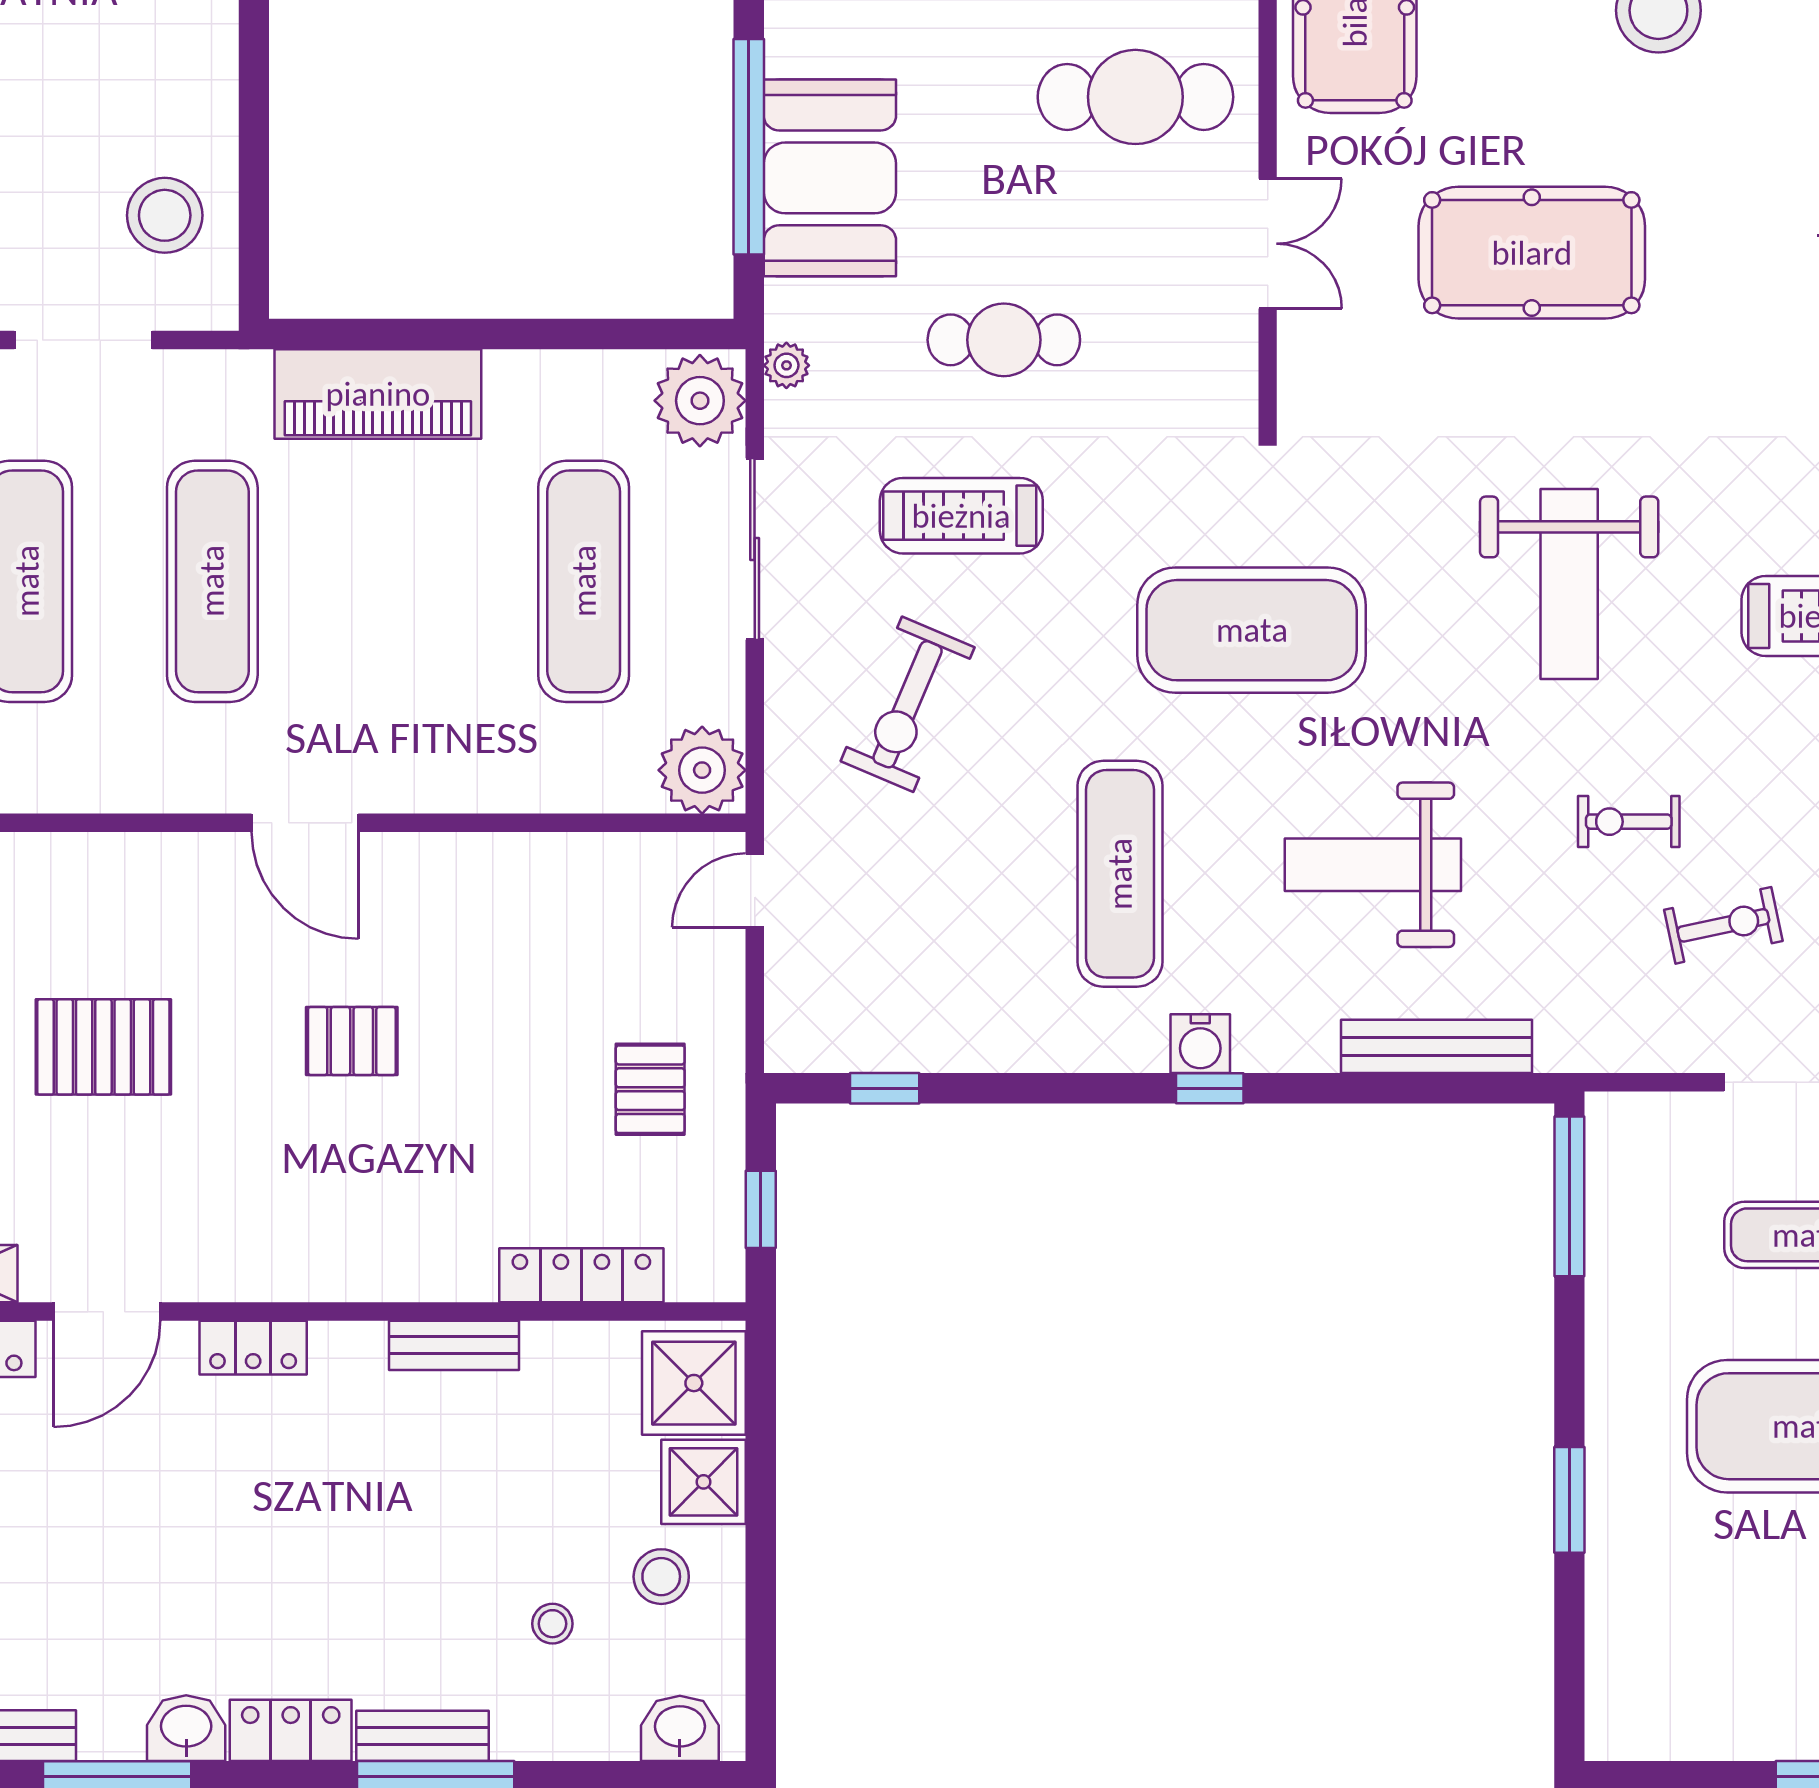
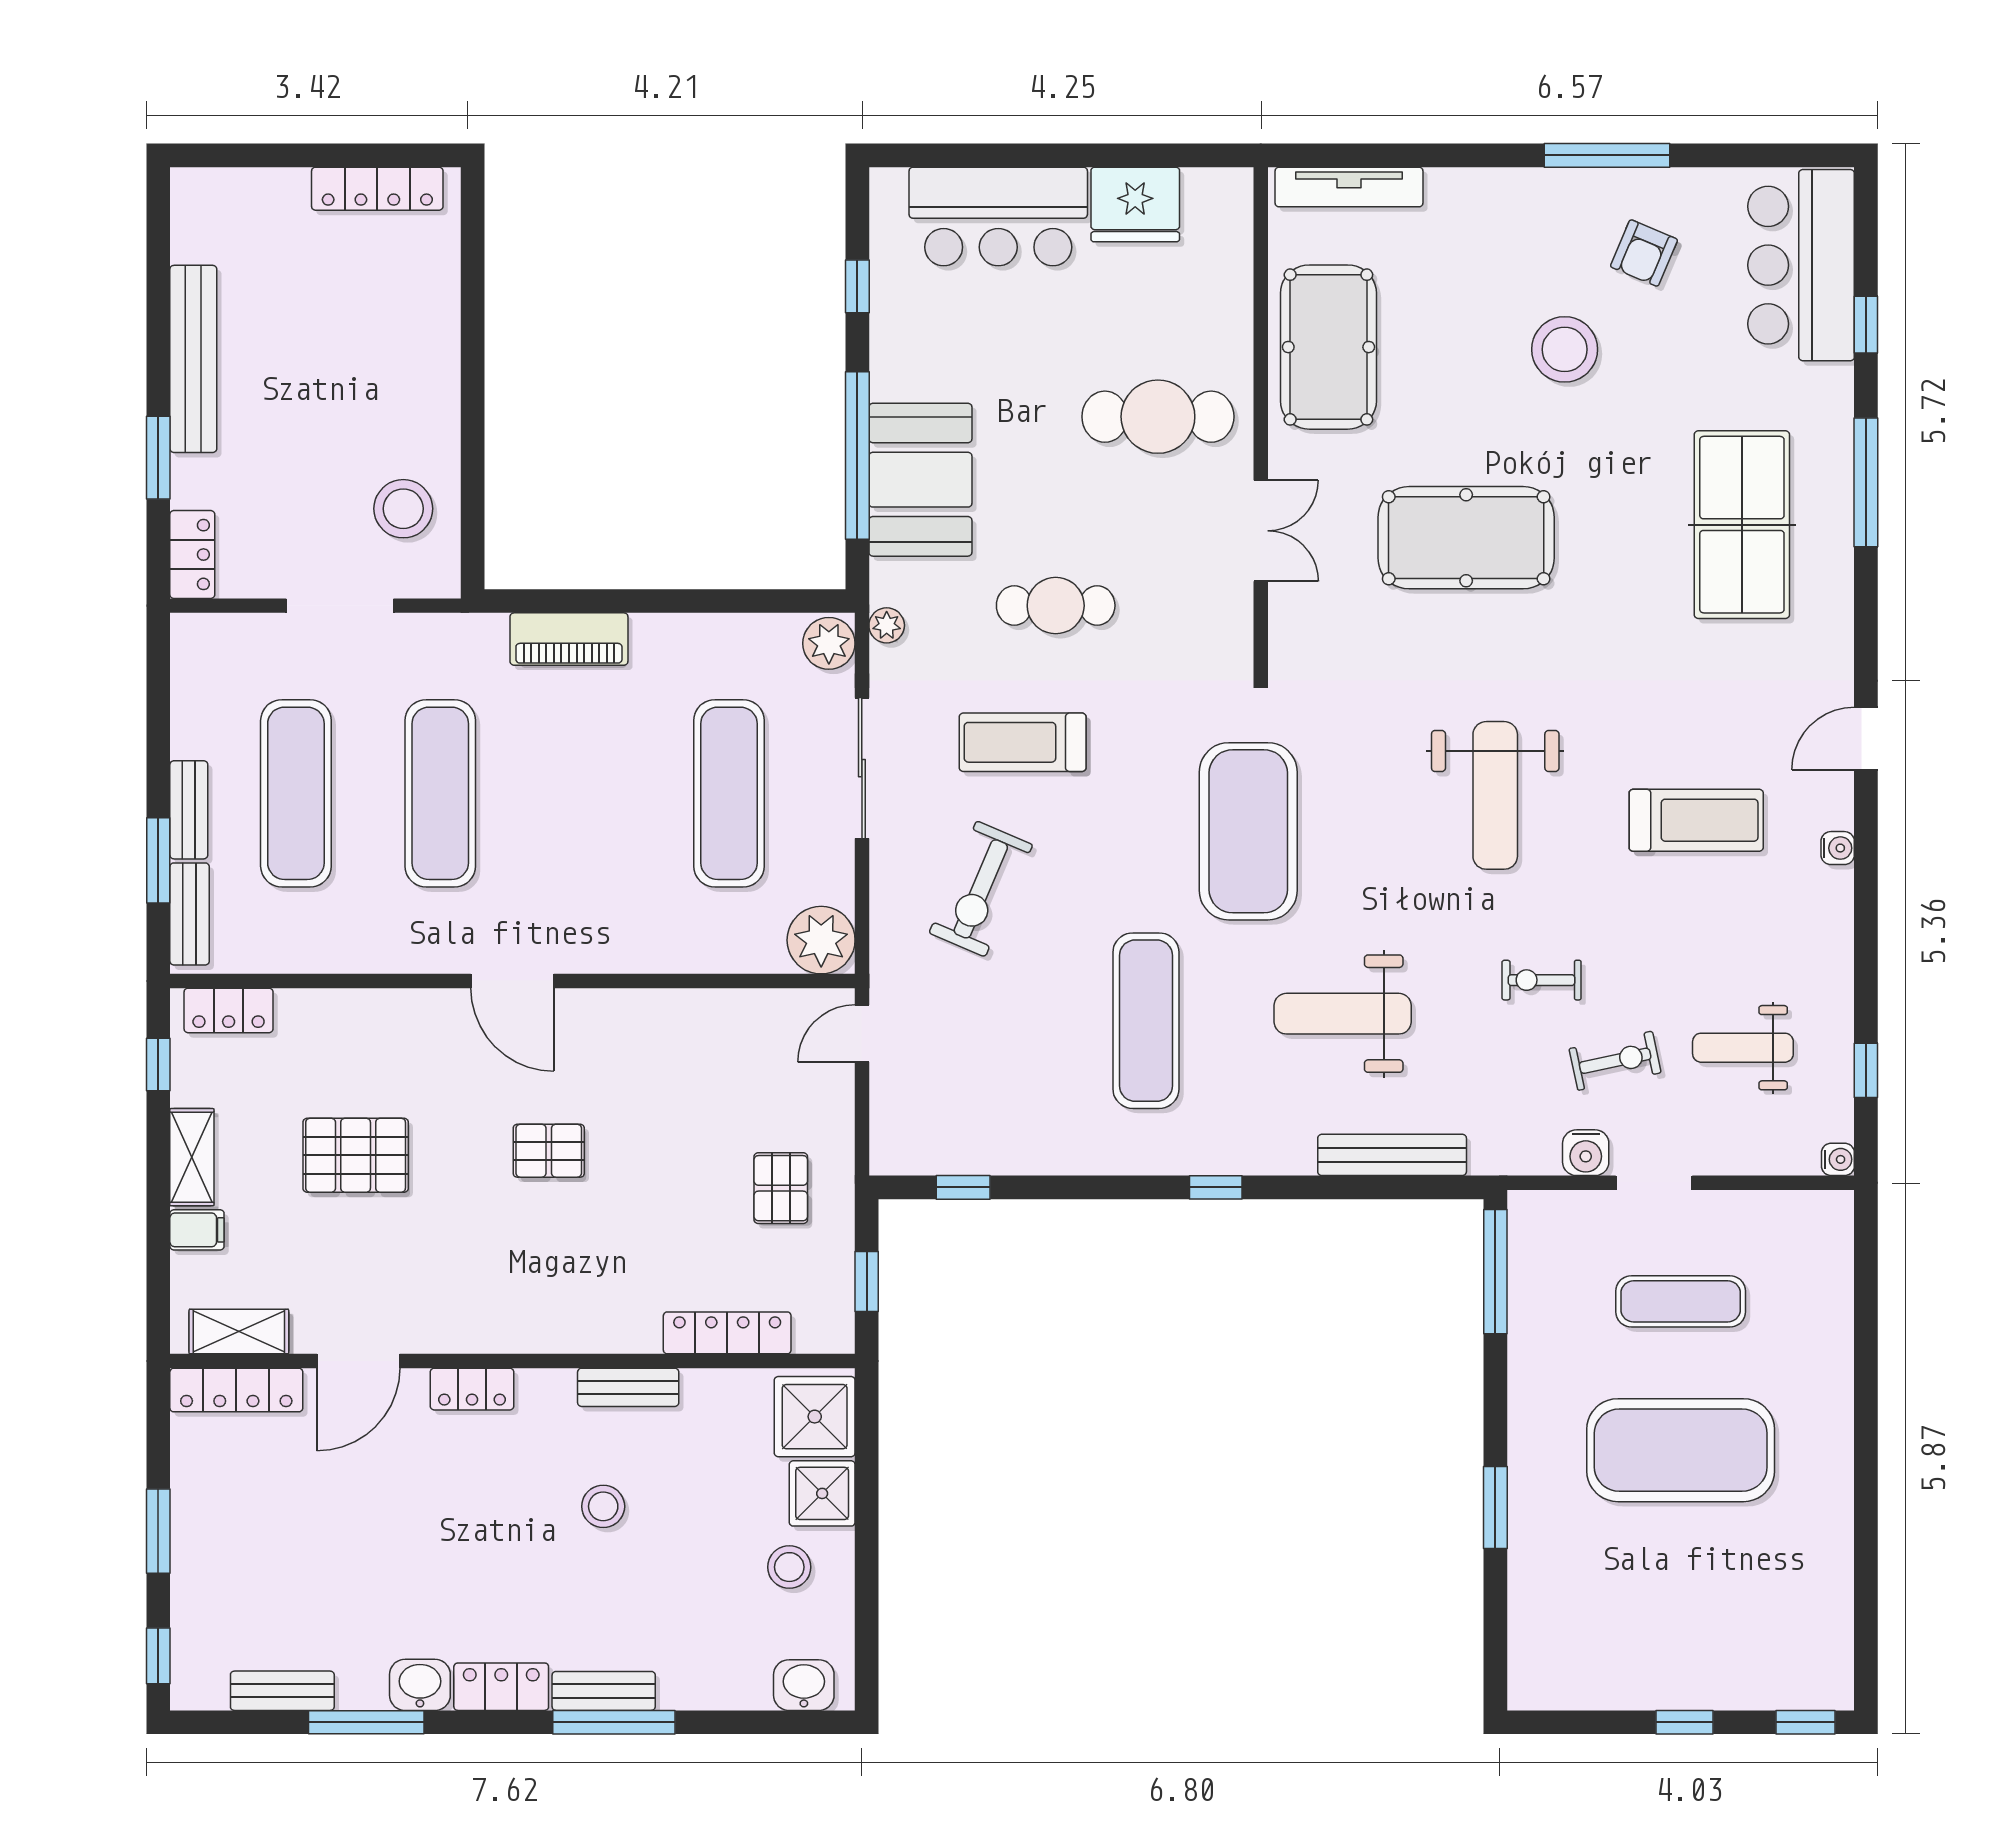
piano: (378, 394) -> (569, 639), width x0.73, depth x0.75
plant: (700, 401) -> (829, 643), width x0.73, depth x0.73
exercise mat: (1252, 630) -> (1248, 831), turned 90
water cooler: (1200, 1044) -> (1586, 1153), moved
stool: (552, 1624) -> (603, 1506), moved, width x1.37, depth x1.37

